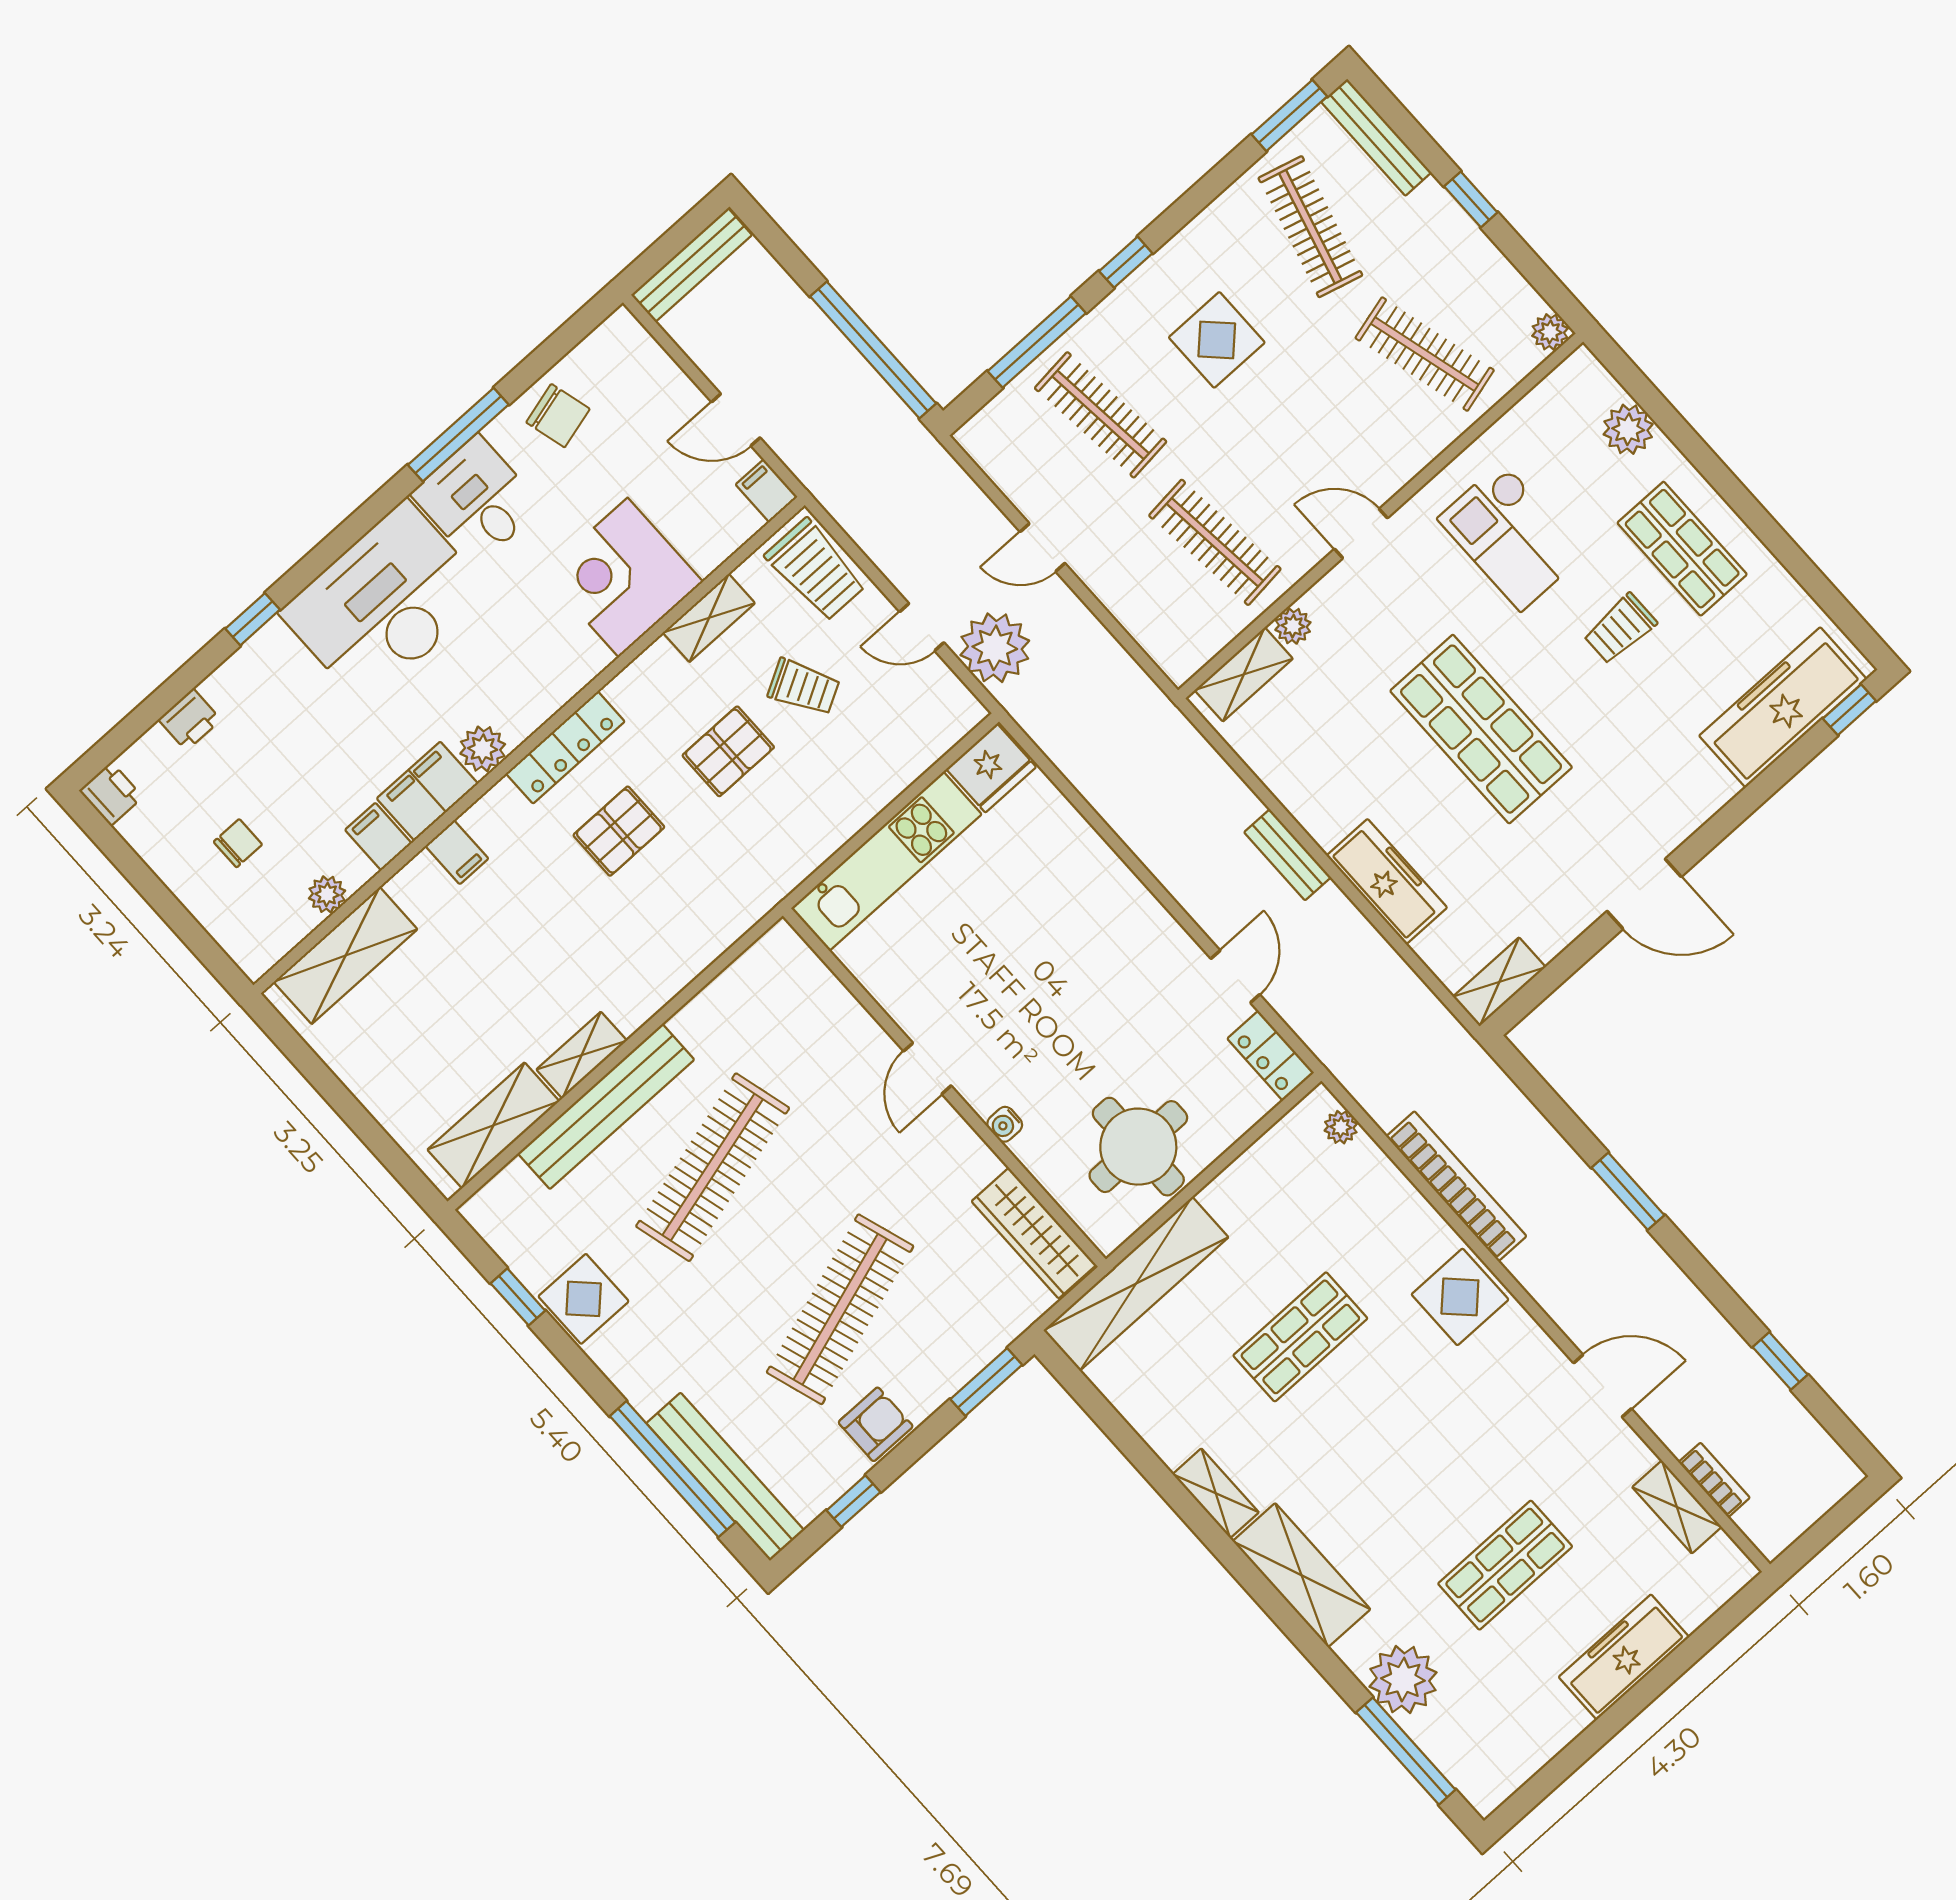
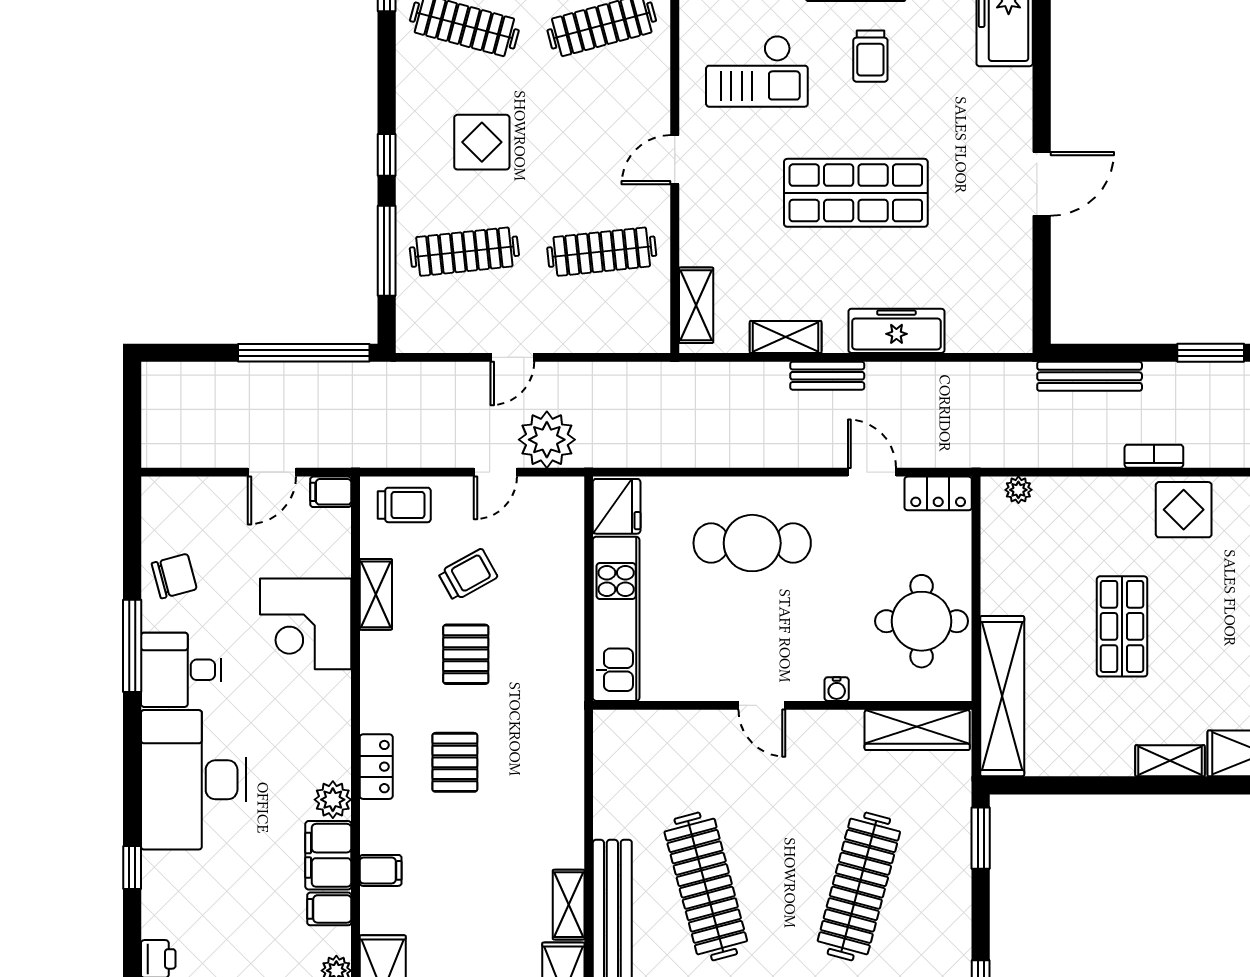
bench: (692, 265) -> (1090, 376), moved, turned 90
trolley: (816, 570) -> (404, 505), width x0.73, depth x0.72
plant: (1293, 626) -> (694, 250), removed
locker: (565, 747) -> (376, 767), width x0.66
cafe table: (1070, 924) -> (752, 543), added
shelving: (1499, 982) -> (786, 337), moved, turned 90
bookcase: (1456, 1186) -> (1154, 456), width x0.43, depth x0.76
clothes rail: (840, 1309) -> (859, 886), turned 33
armchair: (876, 1424) -> (947, 927), removed

